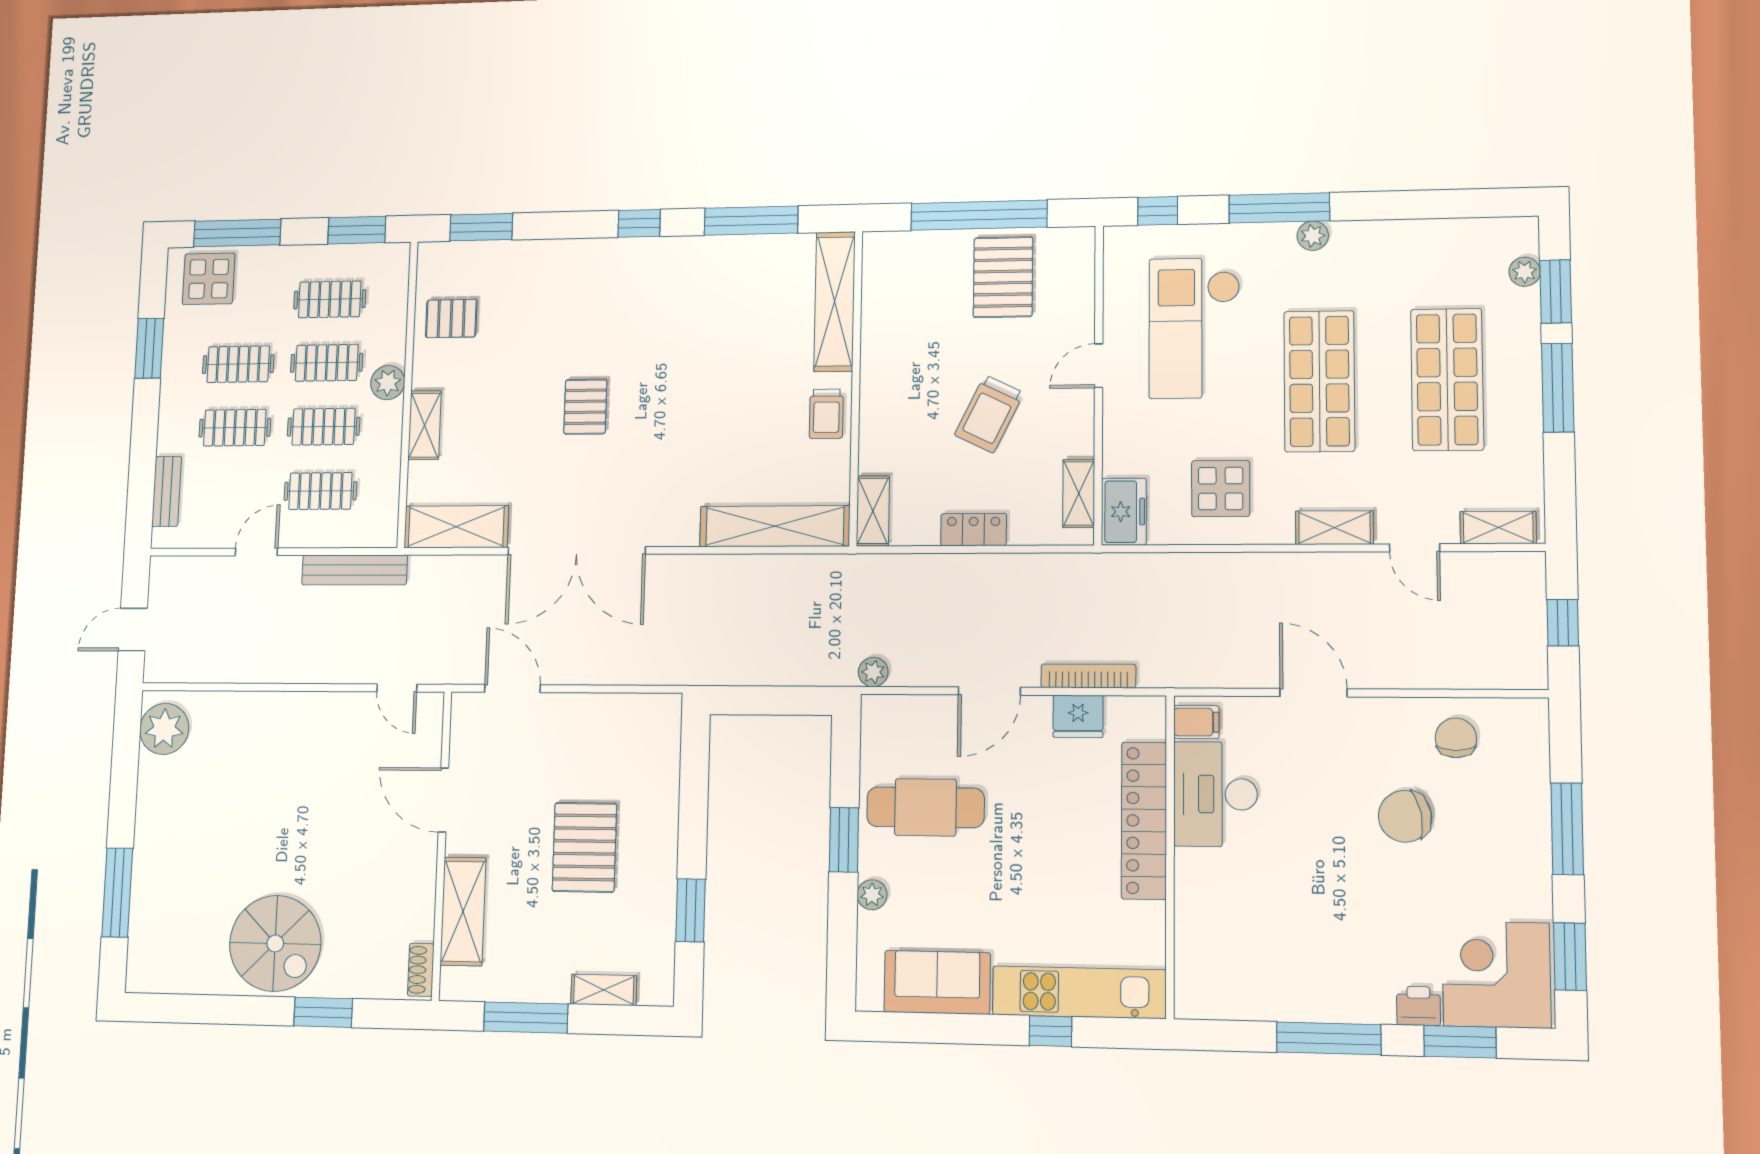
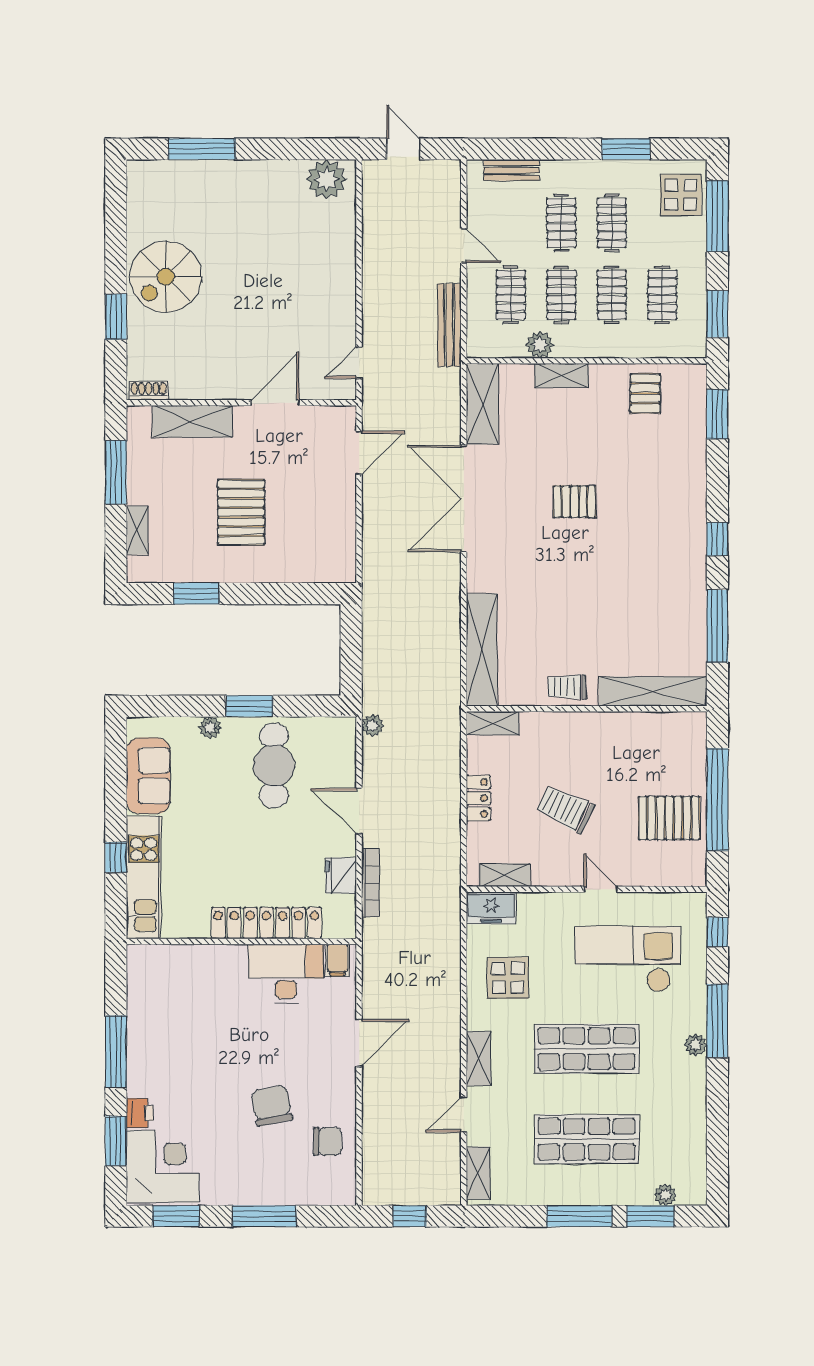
plant: (388, 383) -> (540, 345), moved
pallet: (584, 847) -> (241, 512), turned 90

